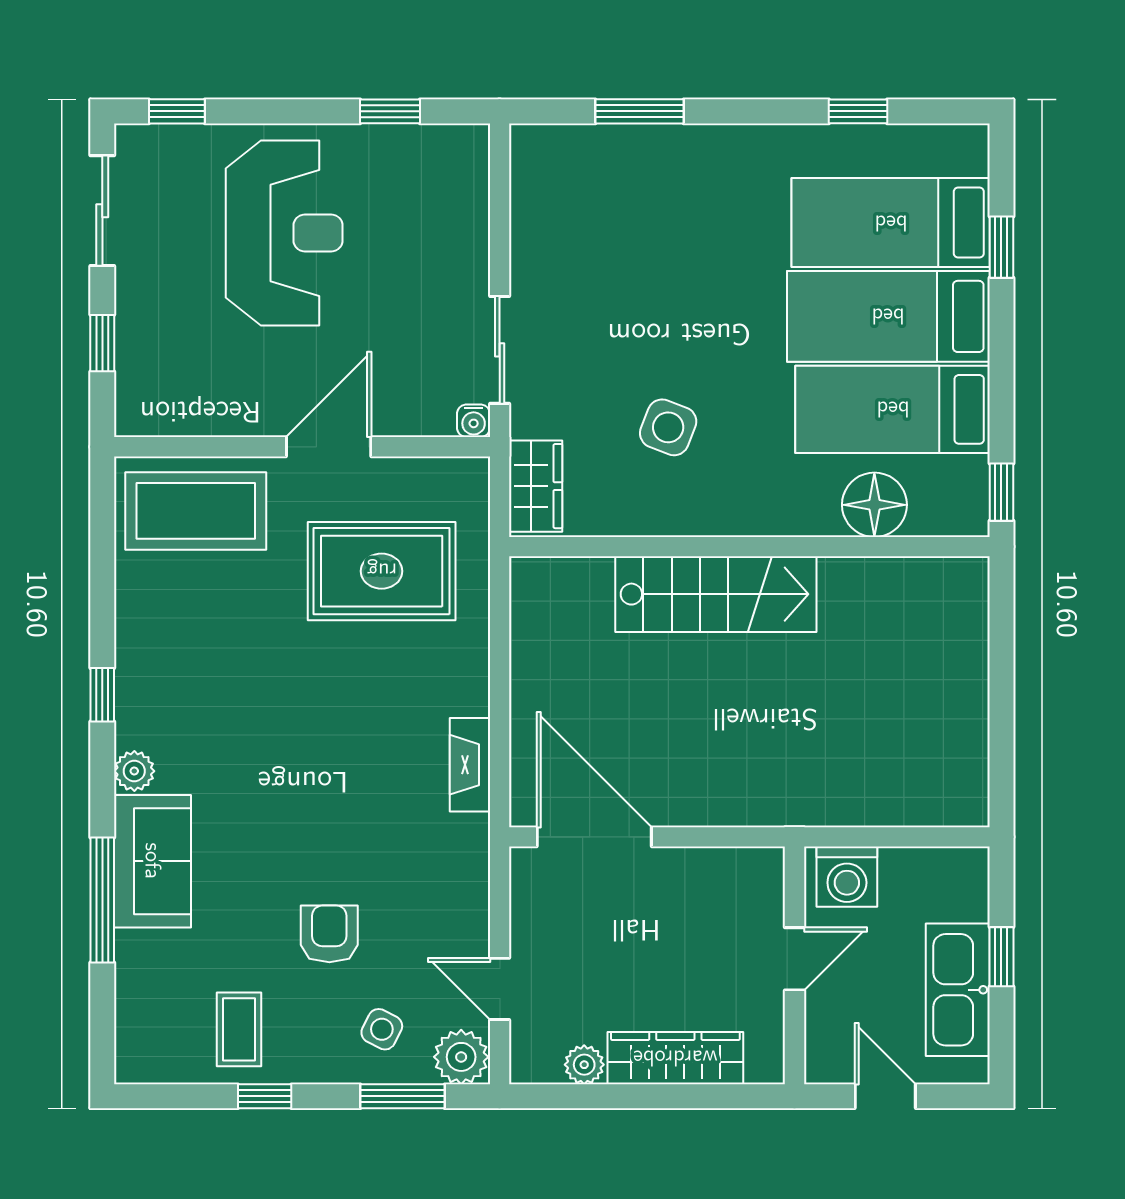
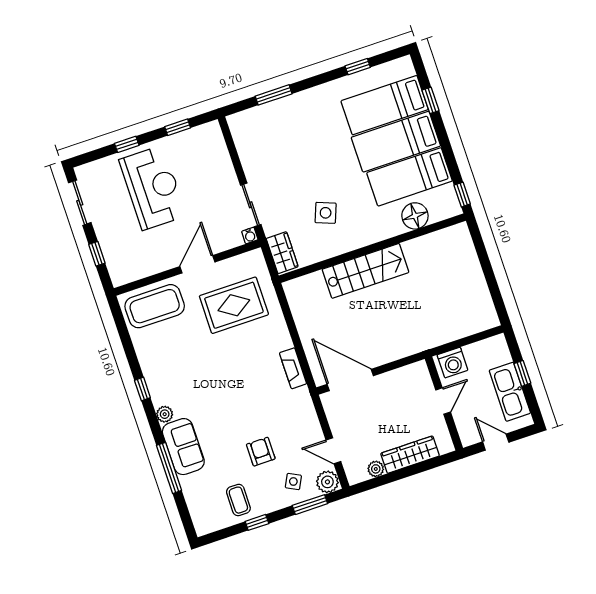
window: (177, 111) -> (127, 144), moved

